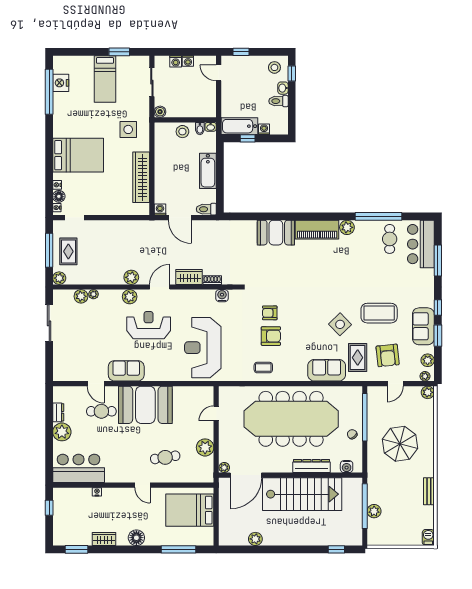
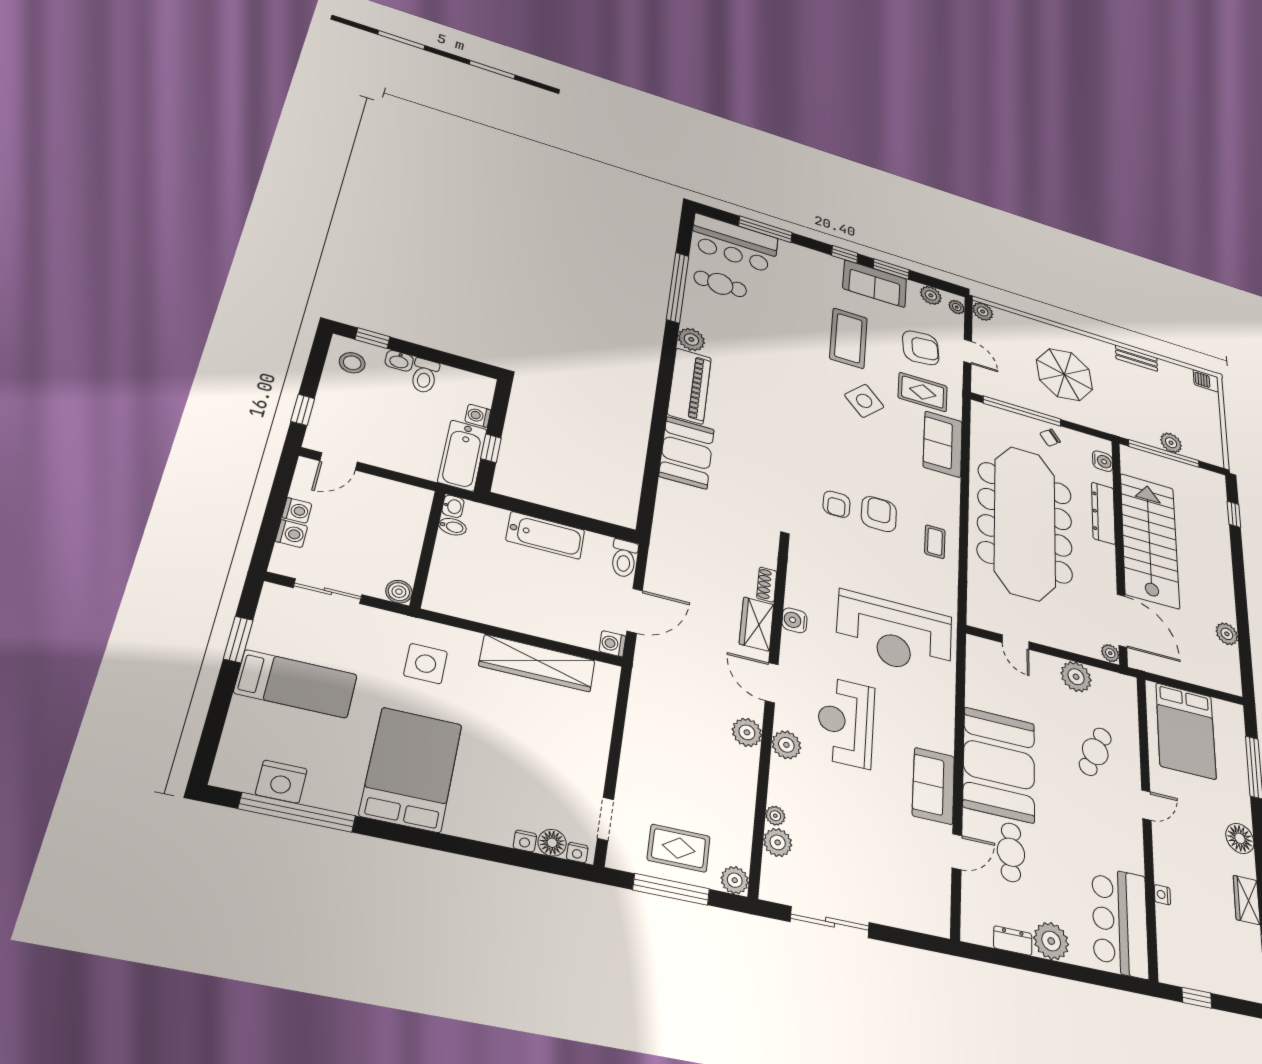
stool: (182, 132) -> (452, 560), removed
bed: (78, 155) -> (411, 769), moved
water cooler: (222, 296) -> (794, 620), moved
cafe table: (165, 457) -> (1095, 752), turned 33

